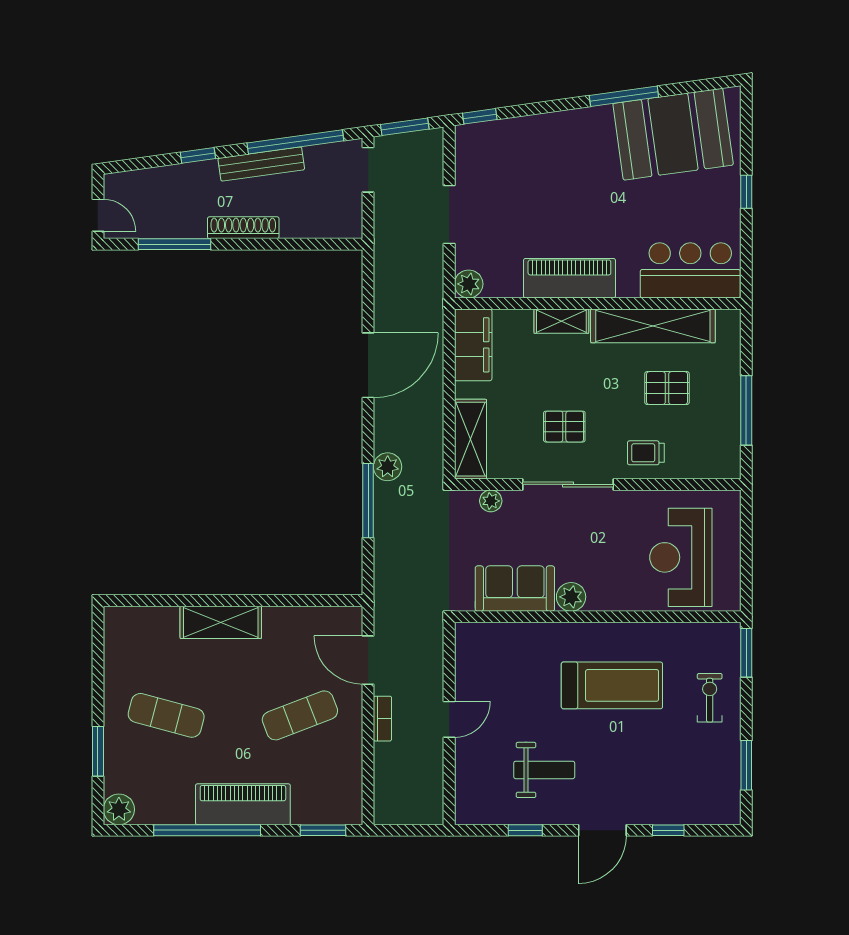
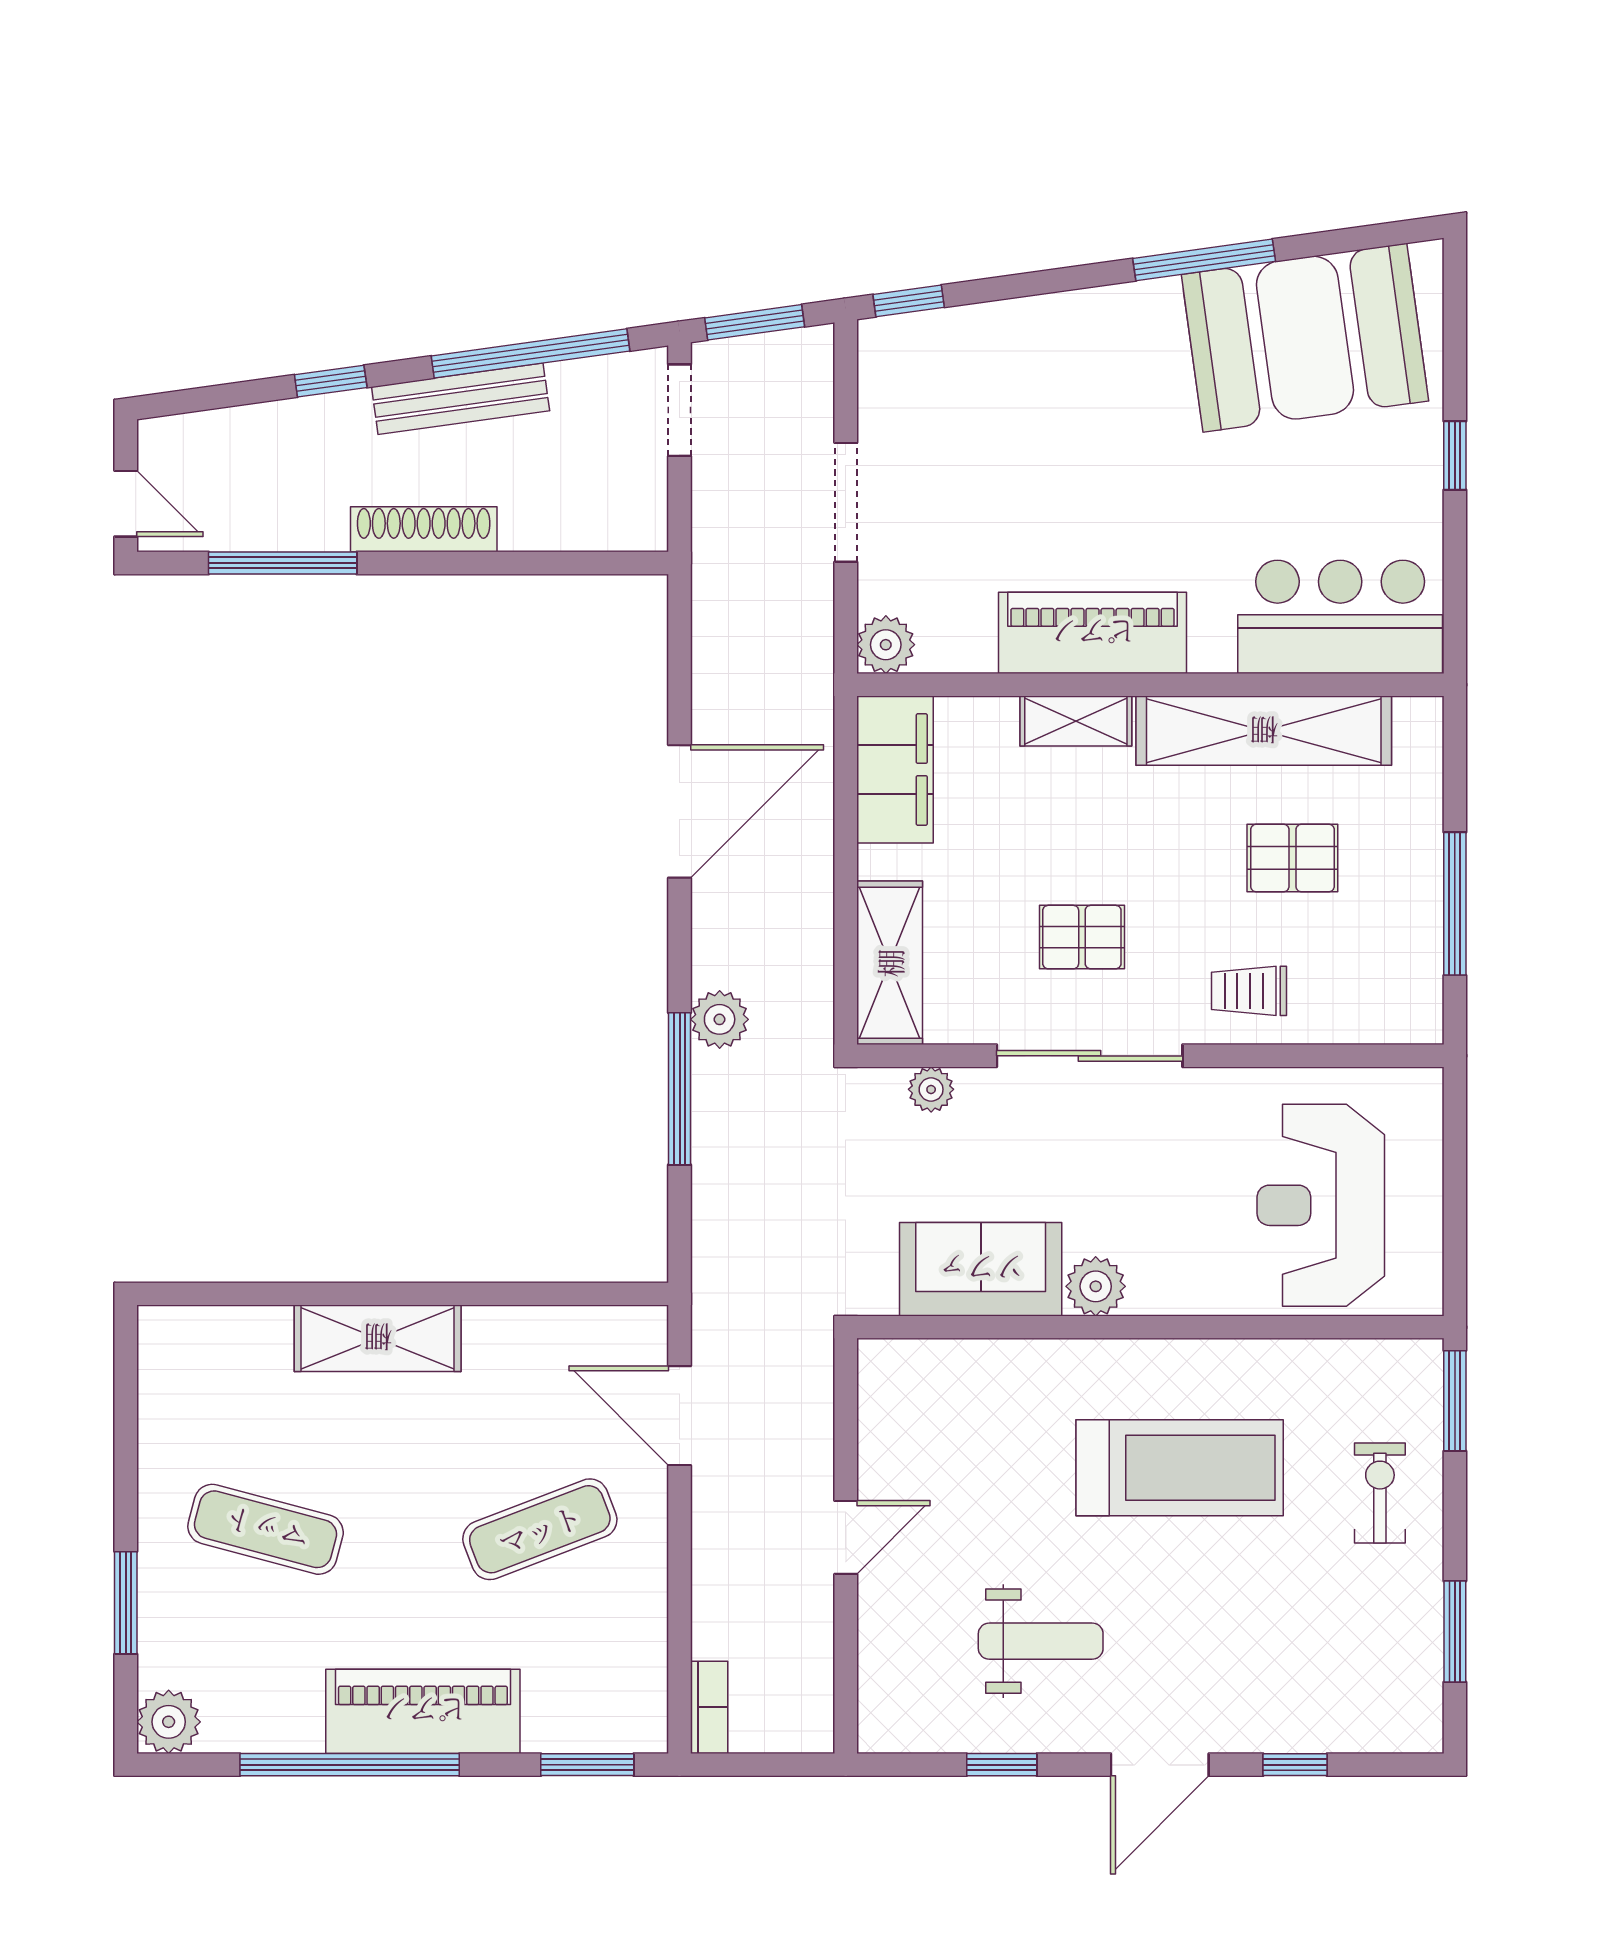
bookcase: (382, 719) -> (709, 1707), moved

